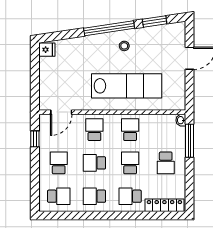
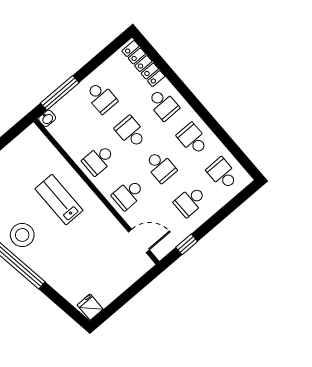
stool: (124, 46) -> (22, 235), width x1.89, depth x1.89
lab bench: (127, 86) -> (59, 200), width x0.54, depth x0.72
school desk: (130, 163) -> (131, 132), turned 90
school desk: (166, 163) -> (101, 97), turned 90
school desk: (94, 196) -> (193, 139), turned 180

